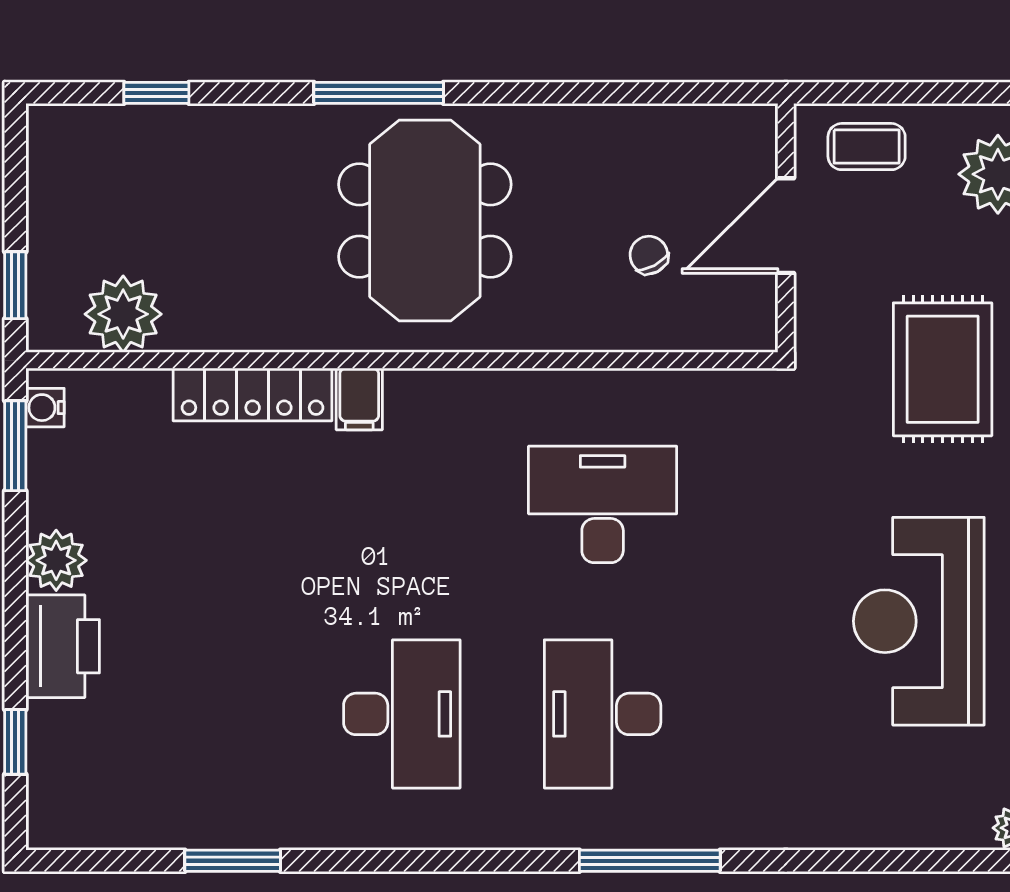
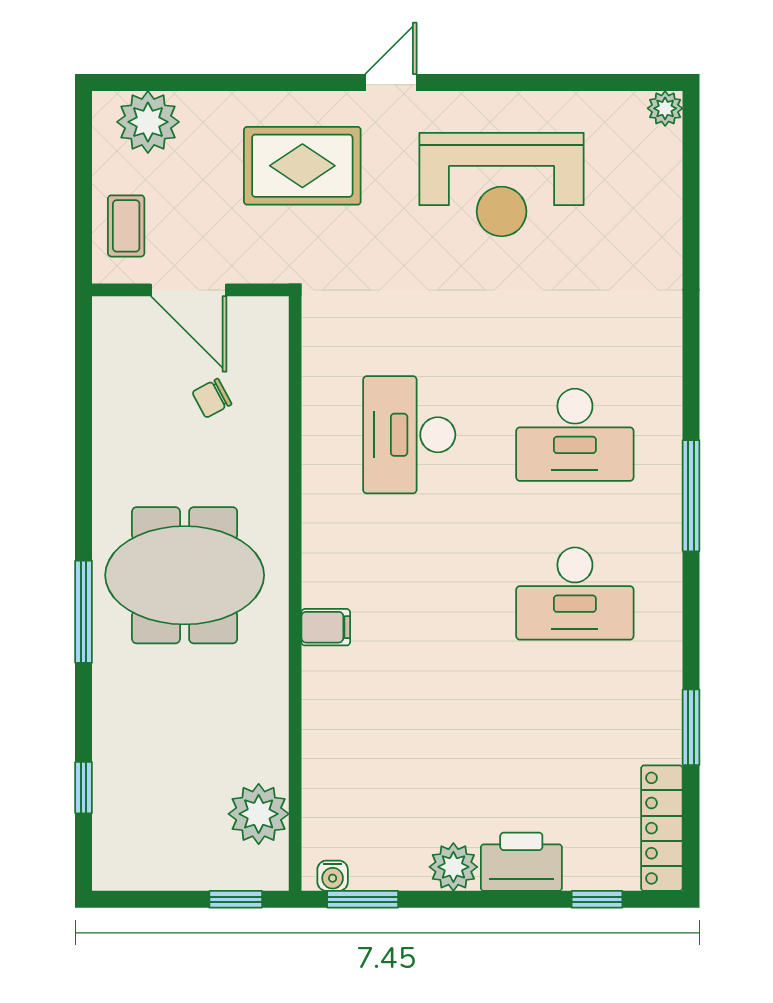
locker: (253, 395) -> (662, 828), moved, turned 180
desk: (402, 714) -> (575, 594), turned 180
window: (650, 861) -> (691, 496), moved

